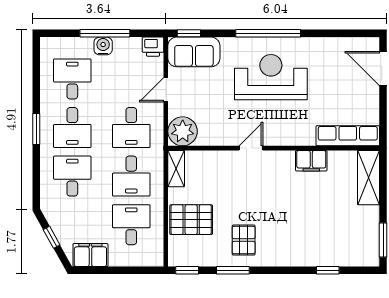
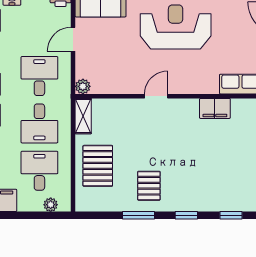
desk: (131, 128) -> (39, 76), turned 180
plant: (183, 131) -> (83, 86), width x0.53, depth x0.53
pallet: (191, 220) -> (98, 166), turned 90
plant: (143, 259) -> (51, 205), added
window: (187, 270) -> (186, 215), moved

